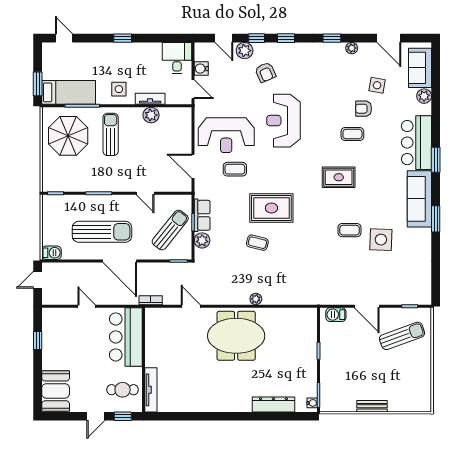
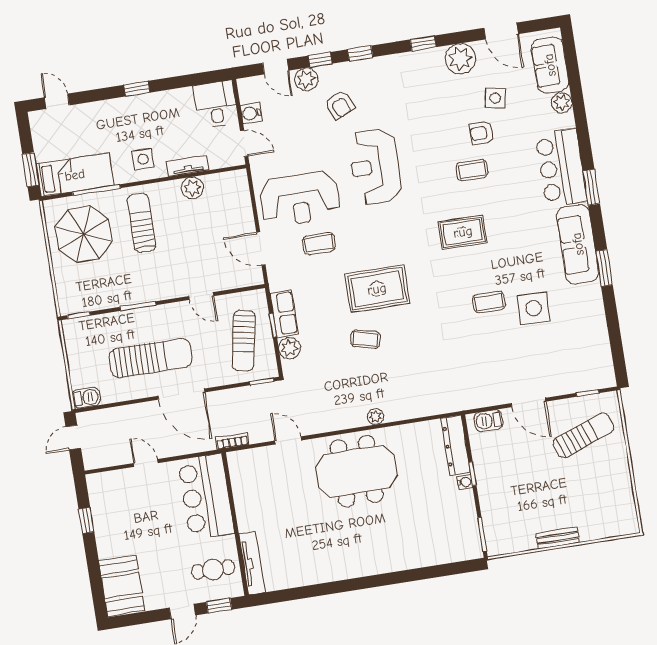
plant: (352, 48) -> (460, 59), width x1.87, depth x1.87
sun lounger: (170, 230) -> (244, 341), turned 152
water cooler: (312, 403) -> (465, 482), moved
dresser: (273, 404) -> (456, 445), moved, turned -90

